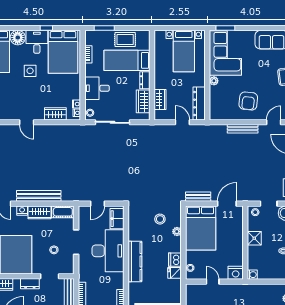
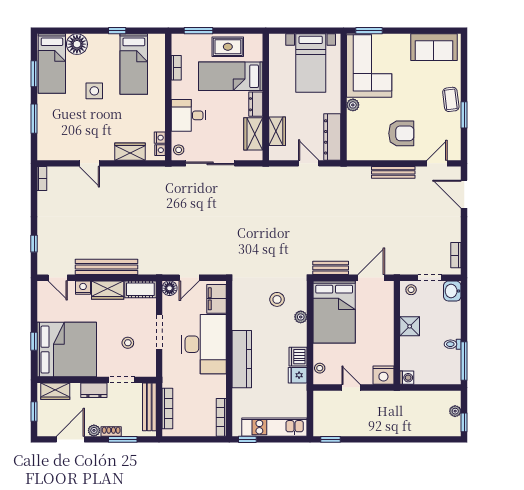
desk: (37, 42) -> (104, 50), removed
bed: (63, 52) -> (134, 64), width x0.67
armchair: (248, 101) -> (401, 133), turned -96
floor lamp: (84, 211) -> (170, 288), added

